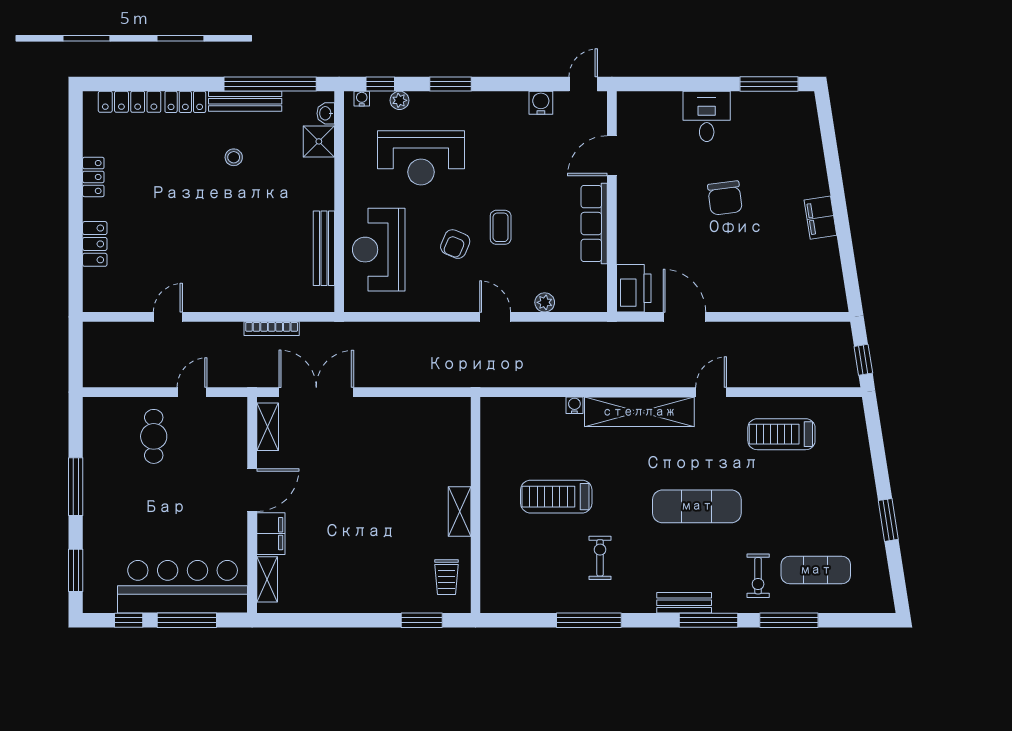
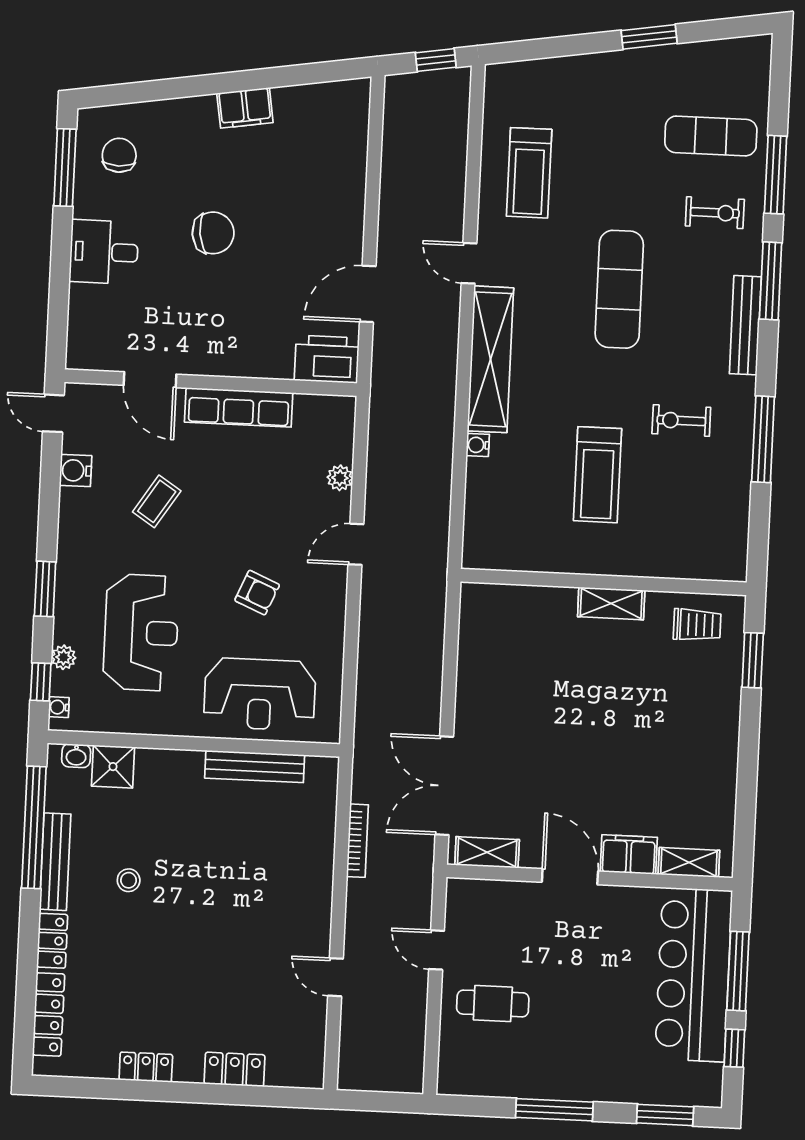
chair: (780, 124) -> (119, 155), added
coffee table: (501, 227) -> (157, 501), moved, turned -57
exercise mat: (816, 570) -> (711, 136), turned 90
bench: (684, 603) -> (745, 325), width x1.36

